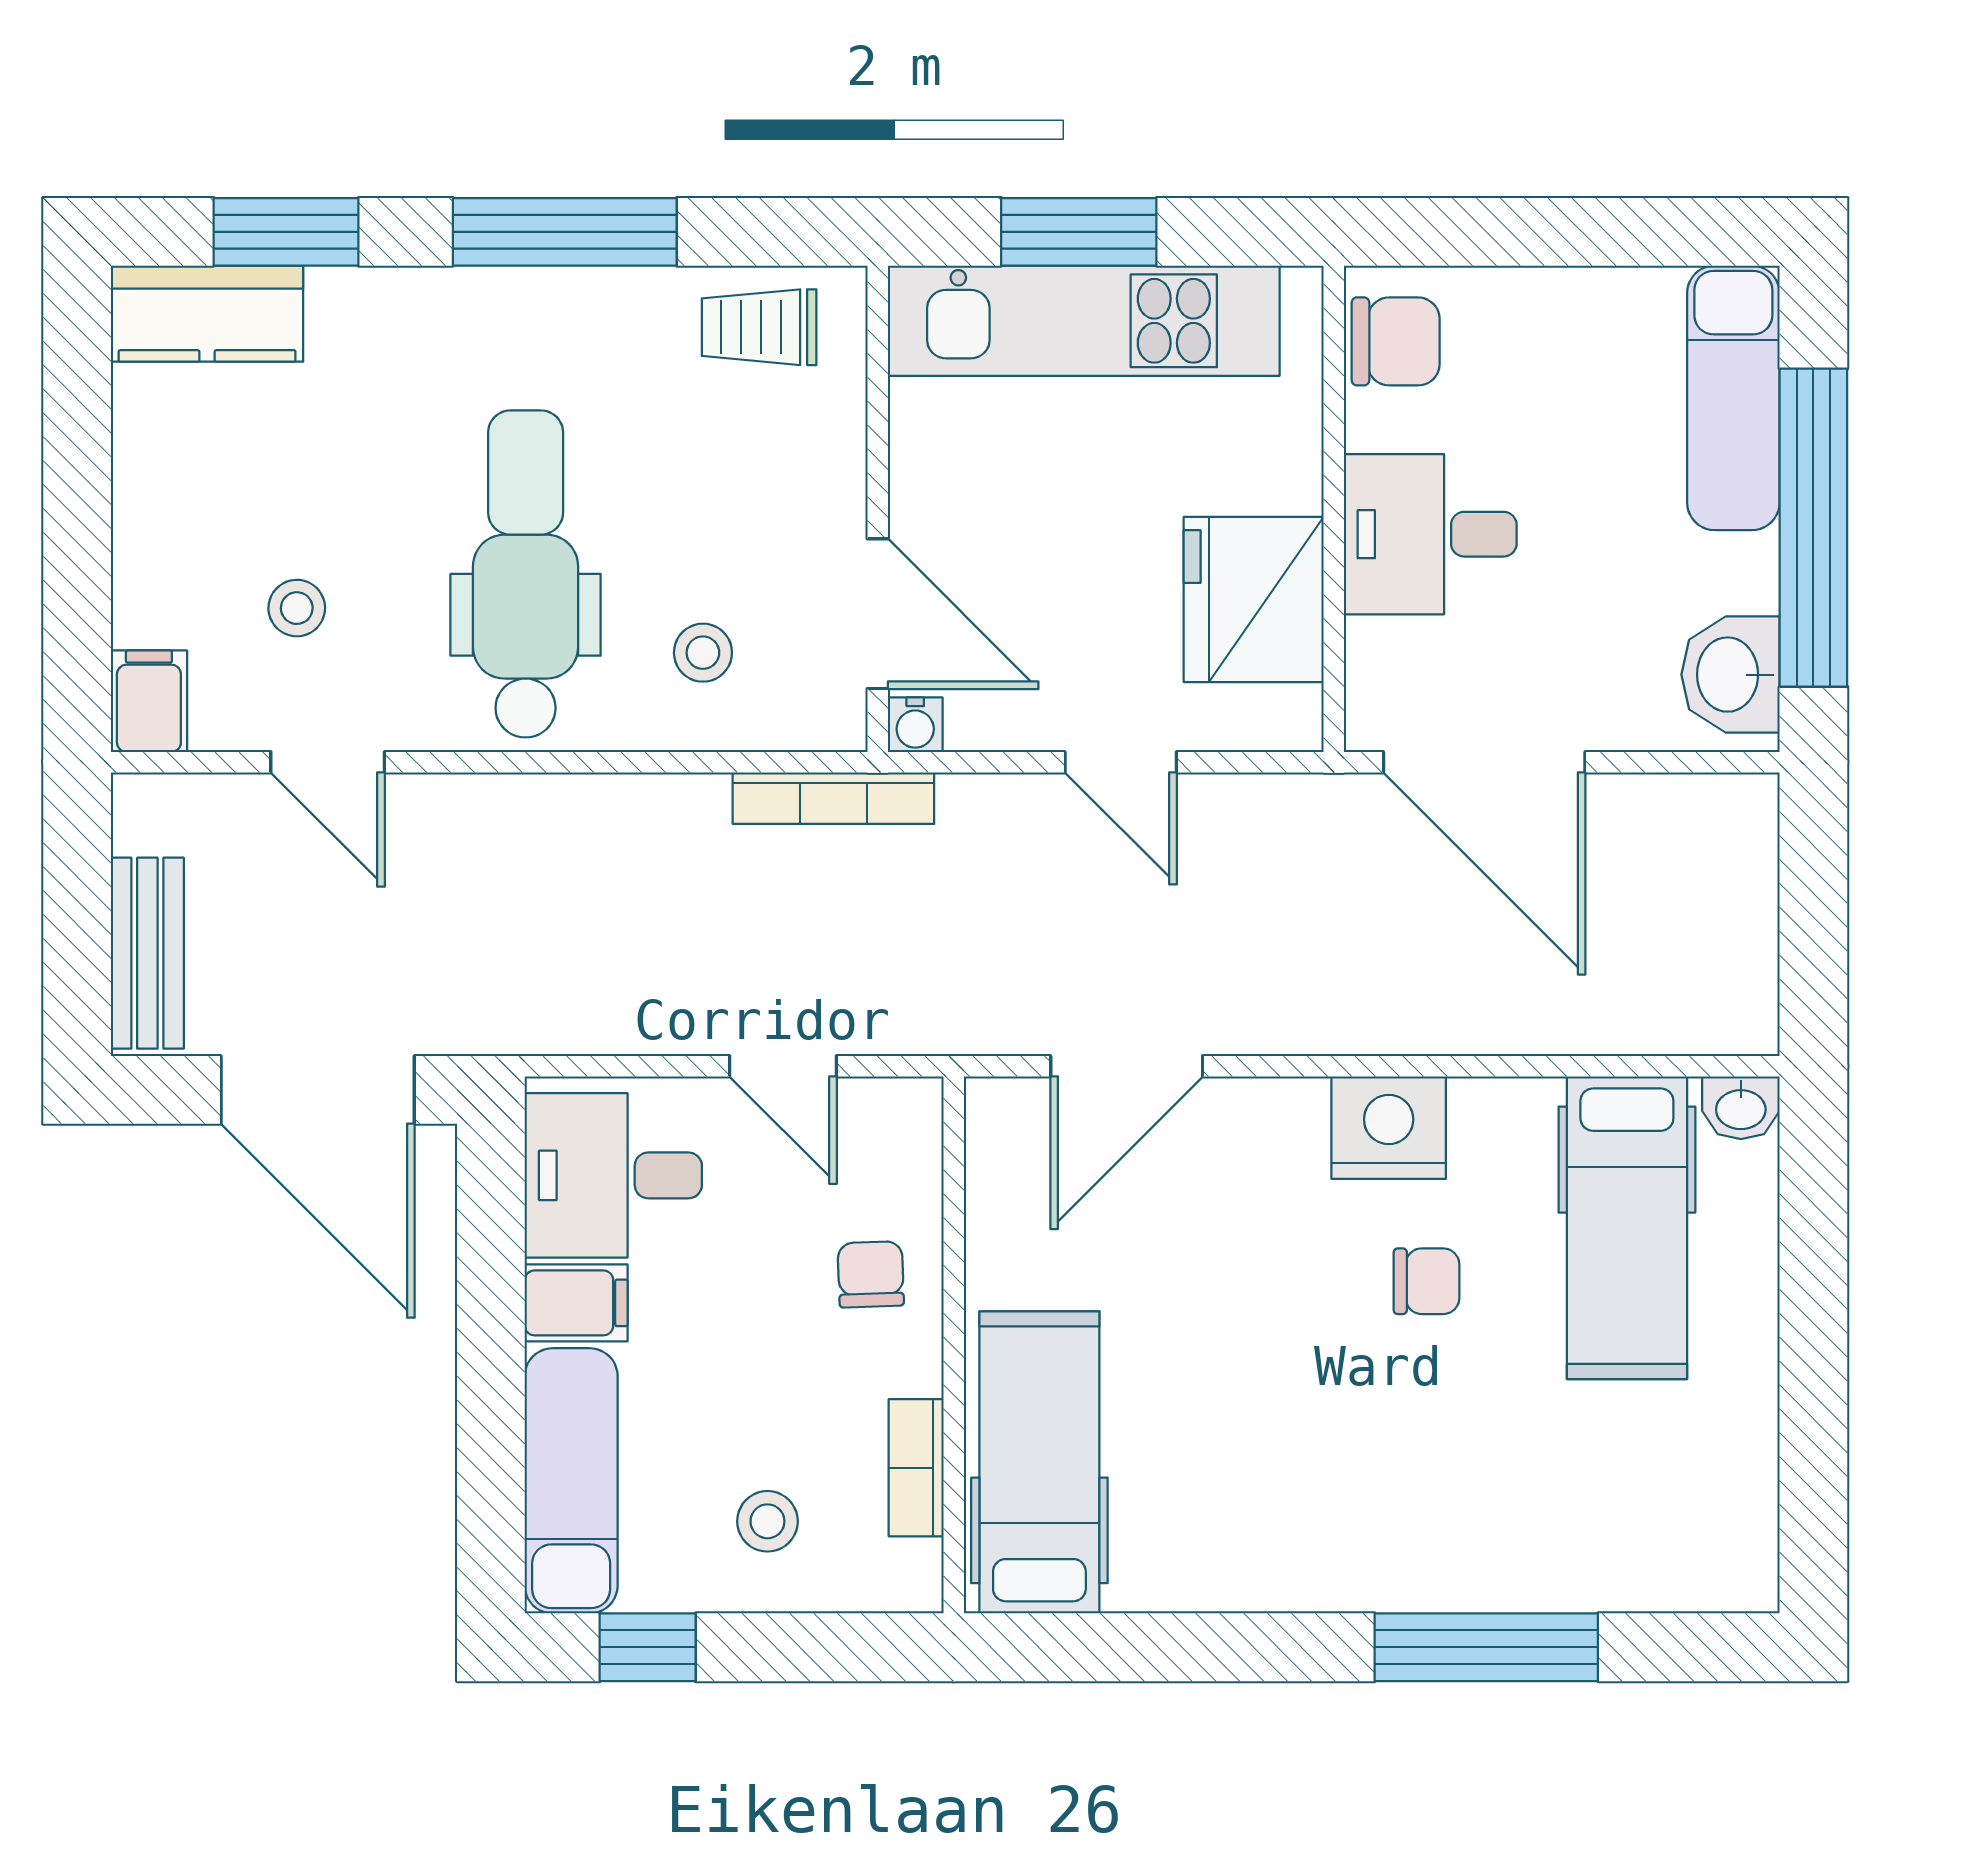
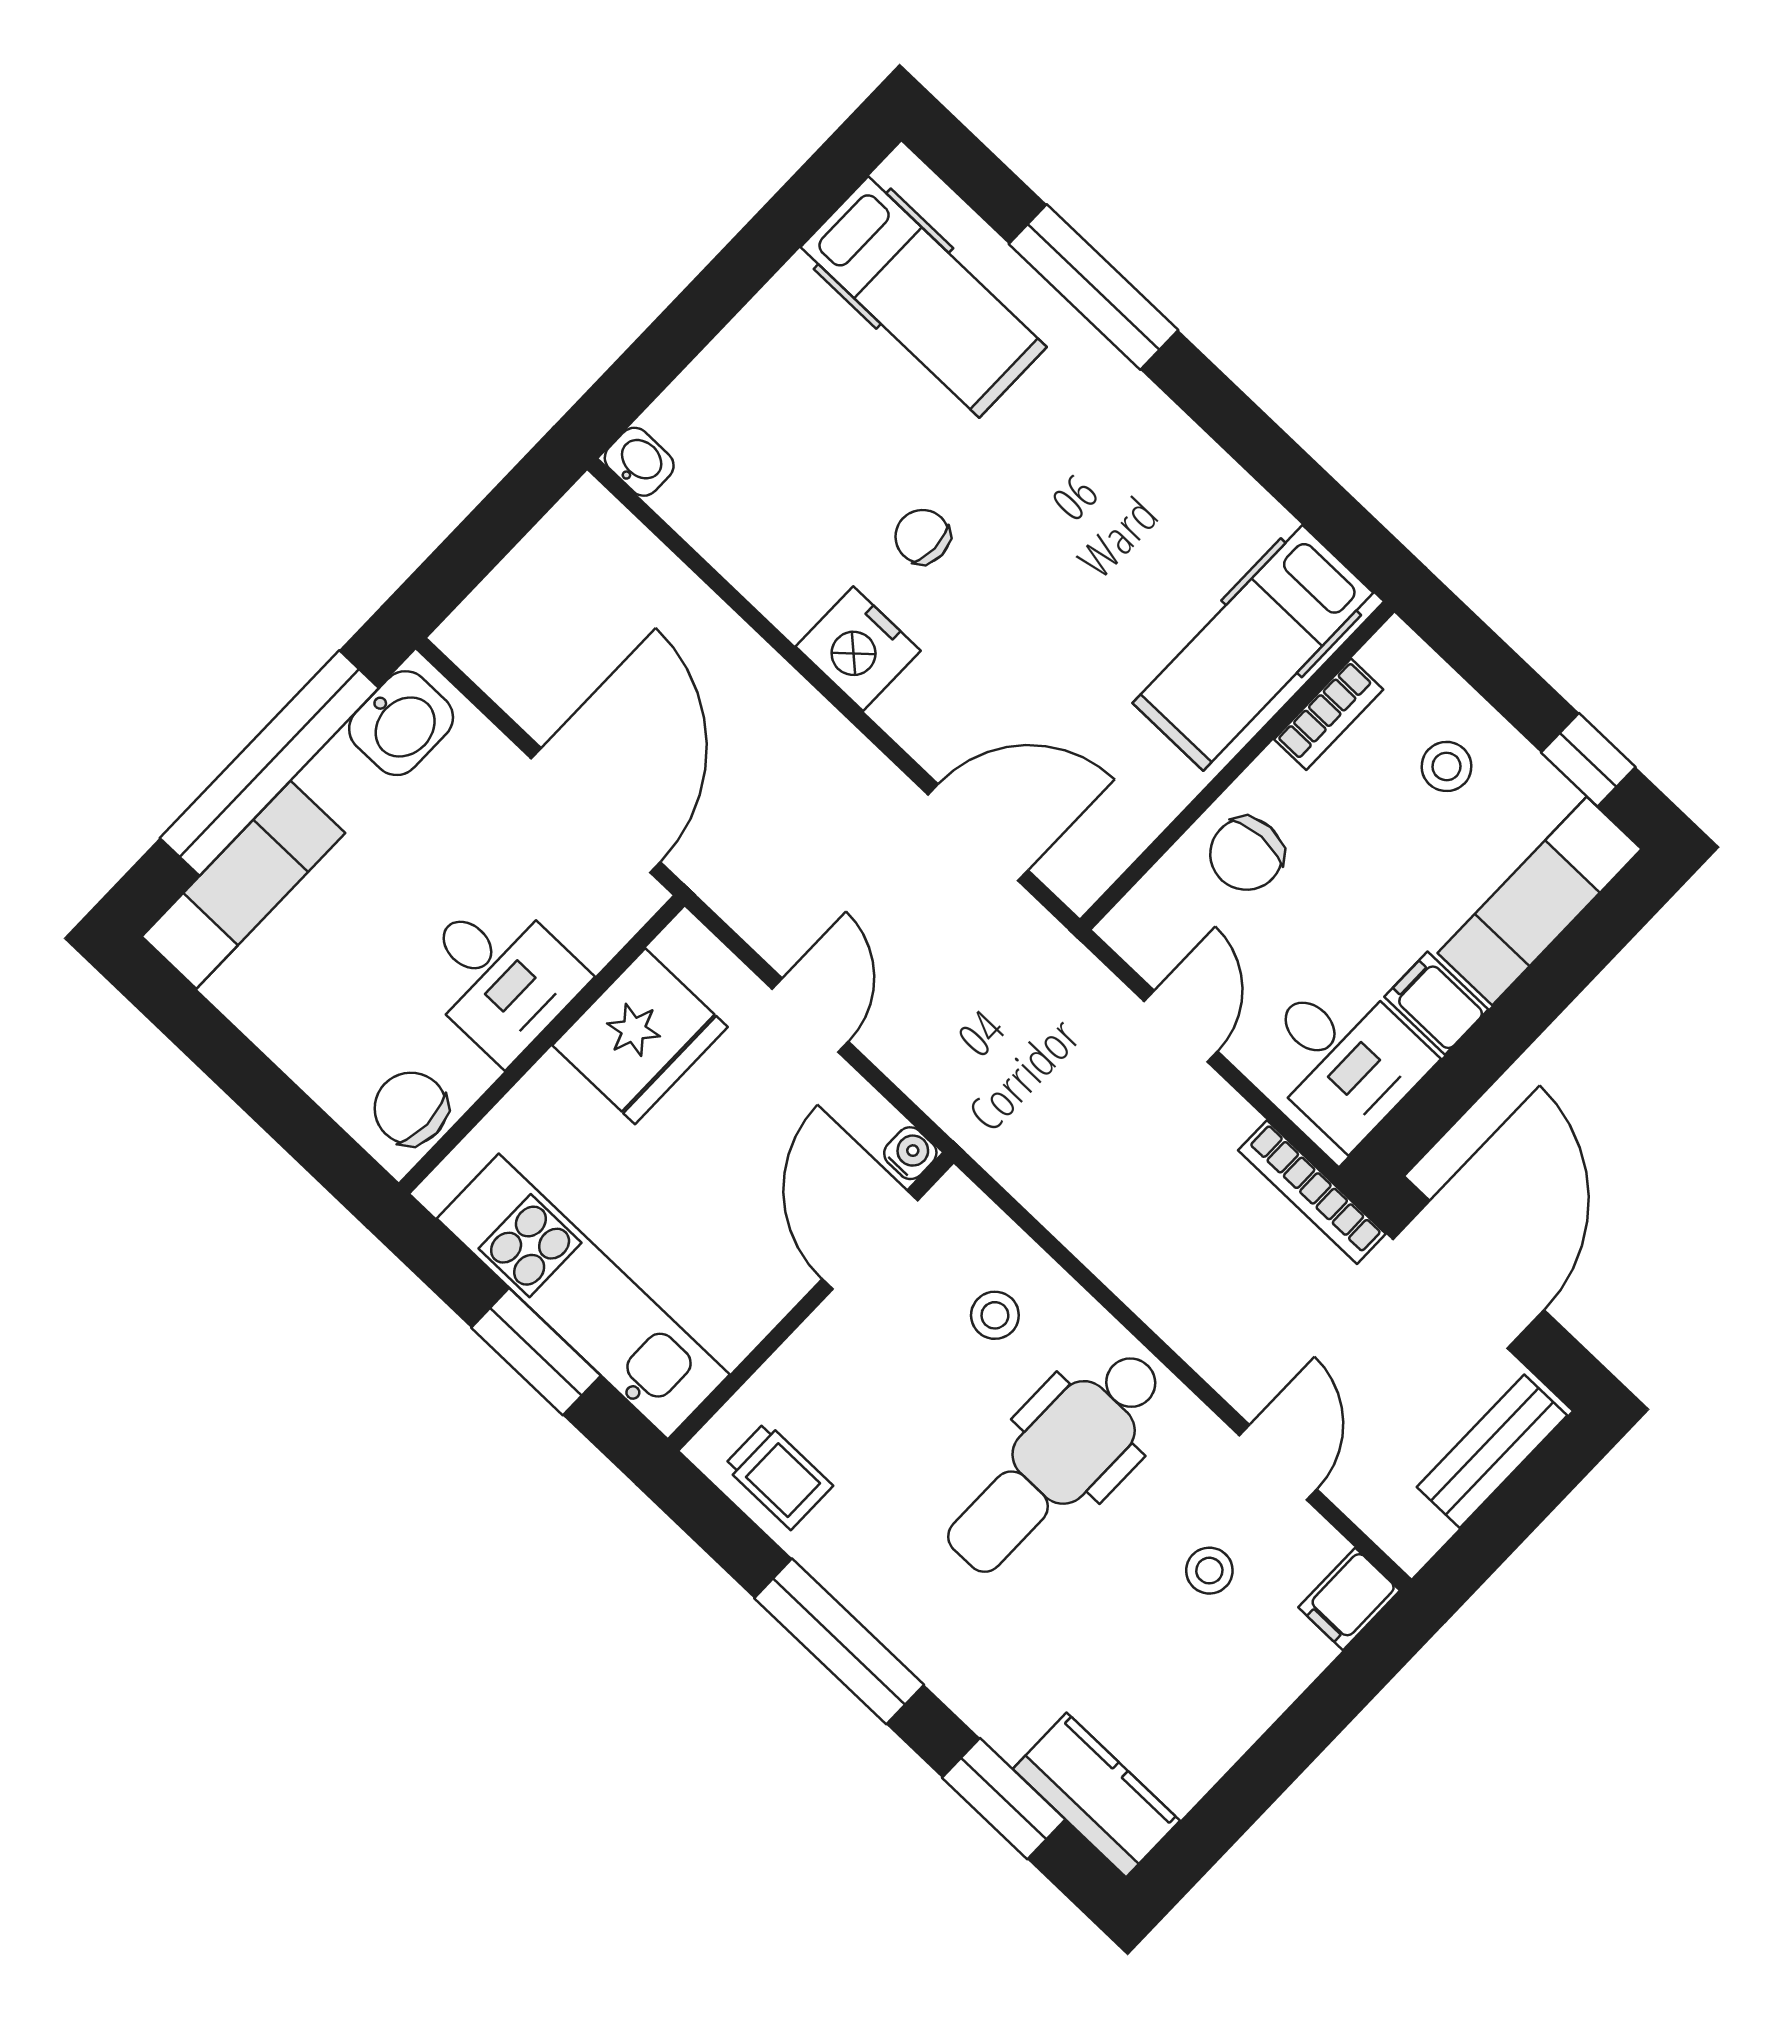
bookcase: (833, 798) -> (1312, 1192), moved, turned 180
hospital bed: (1627, 1228) -> (924, 297), moved, turned 90
chair: (871, 1274) -> (1246, 854), width x1.37, depth x1.37

